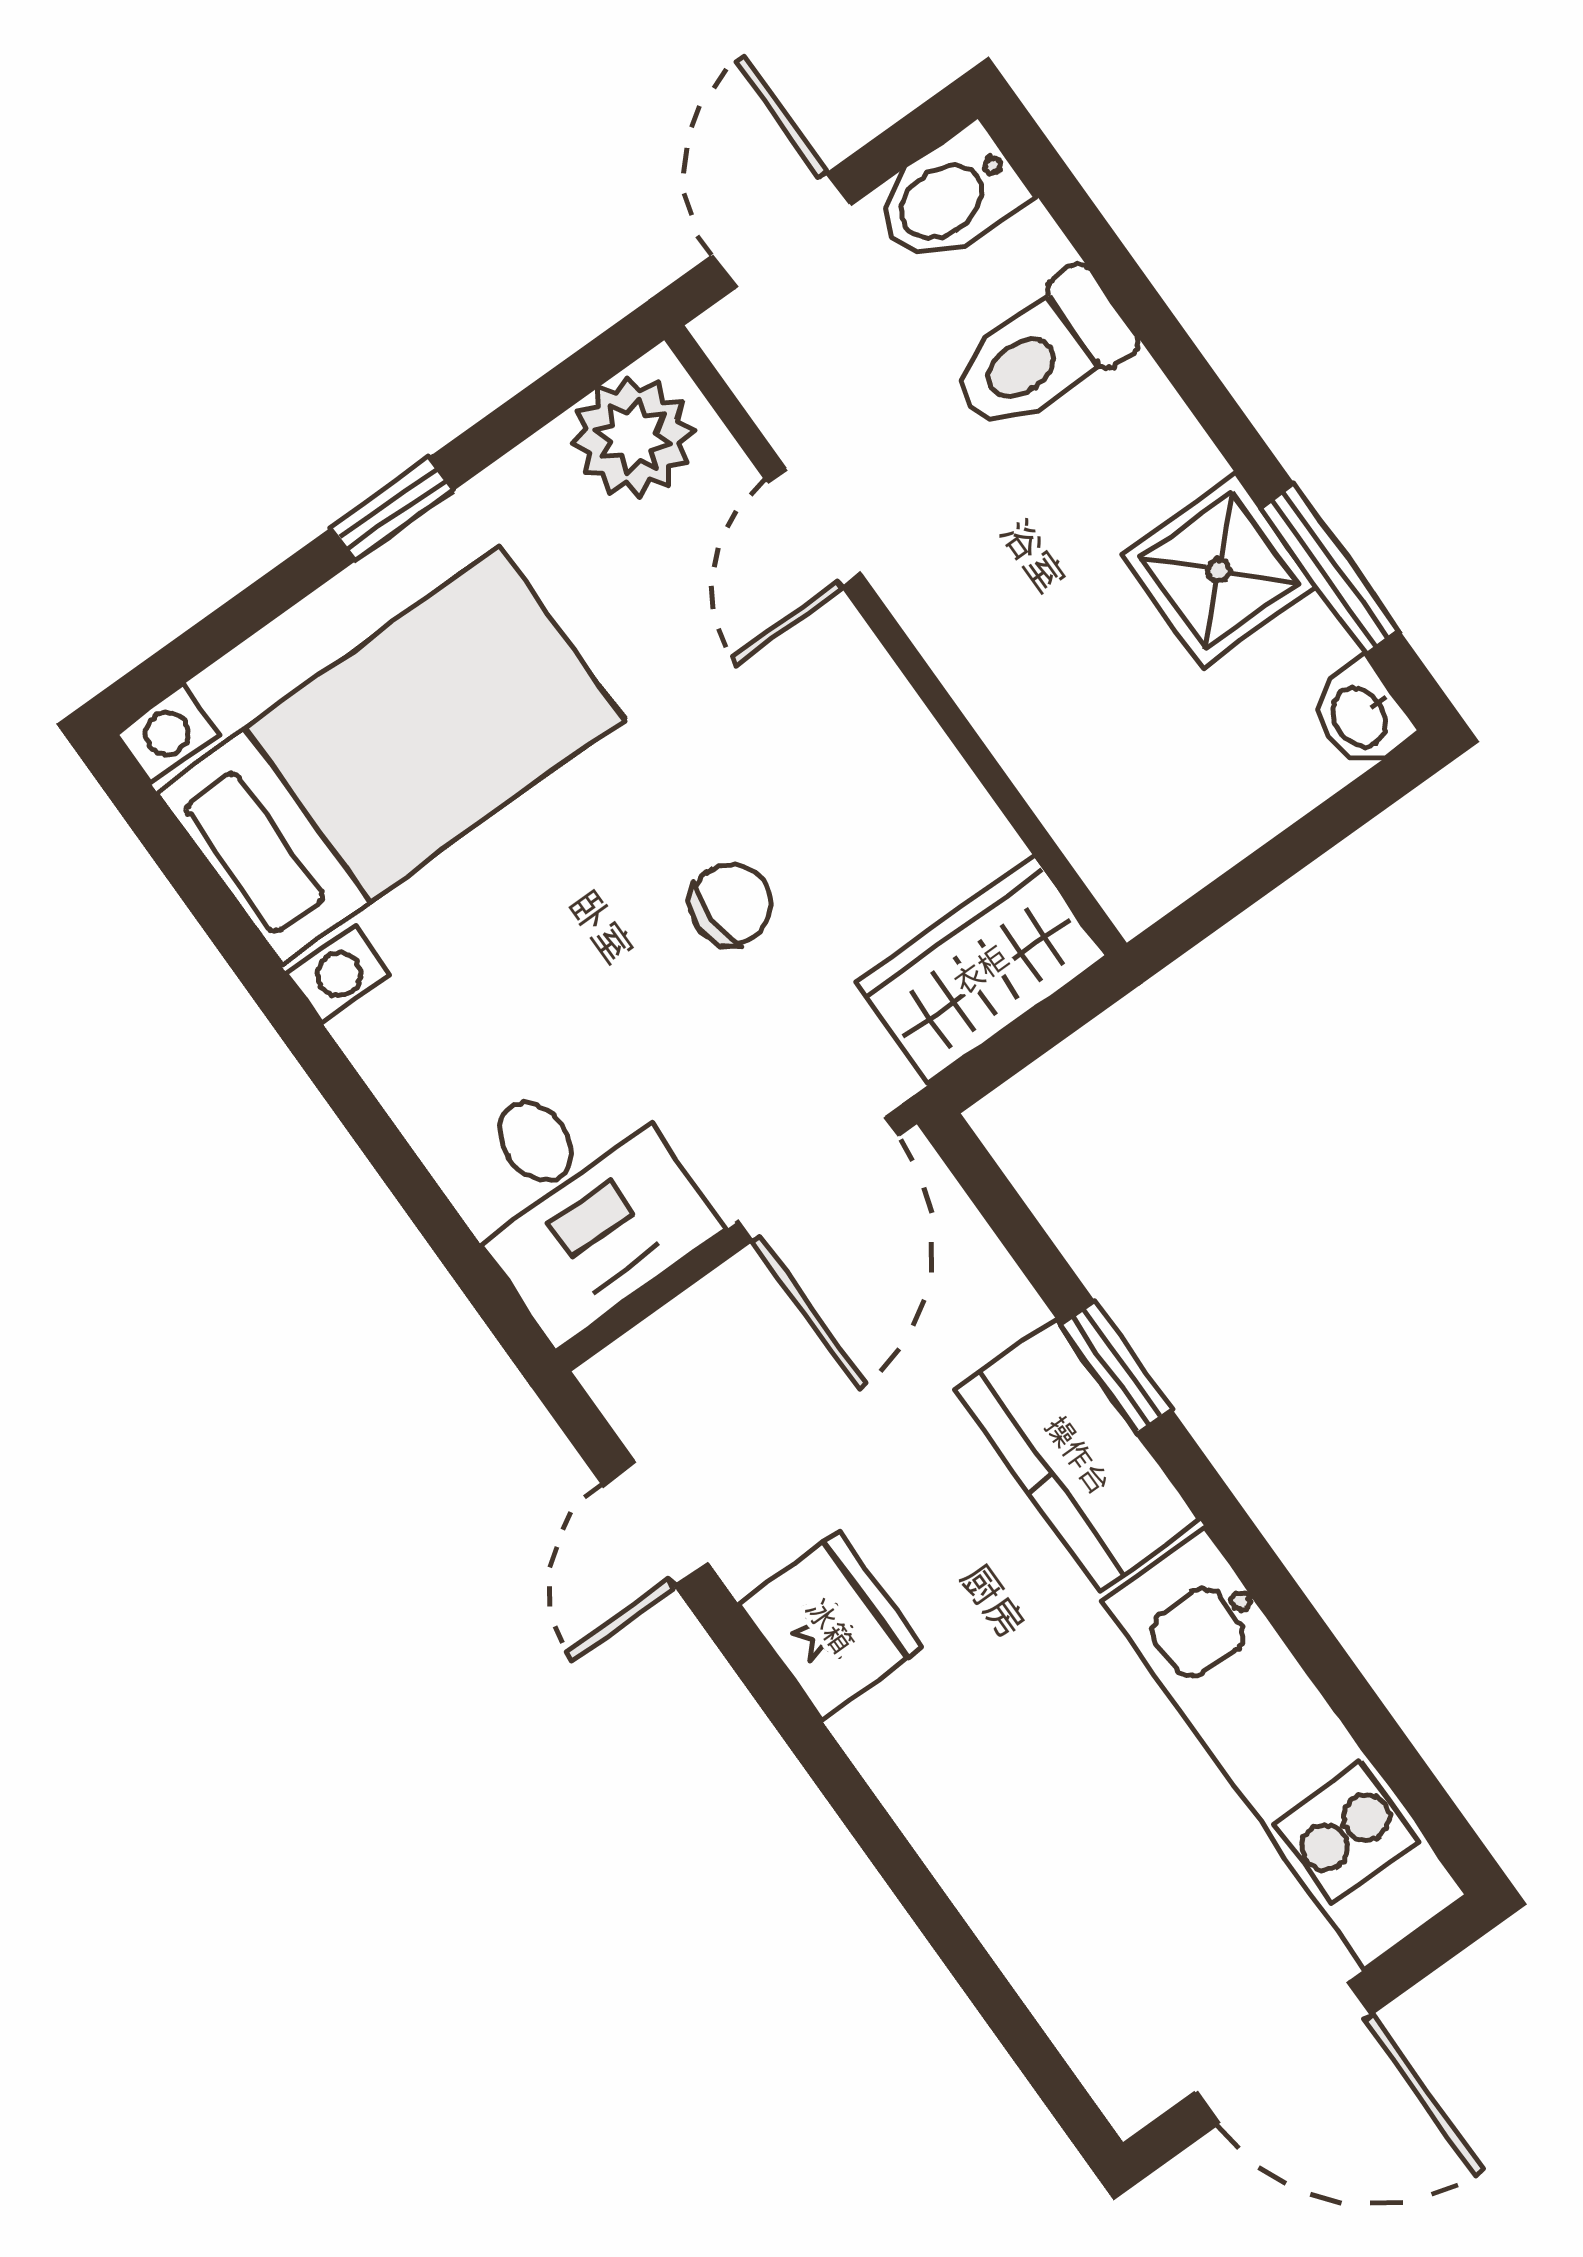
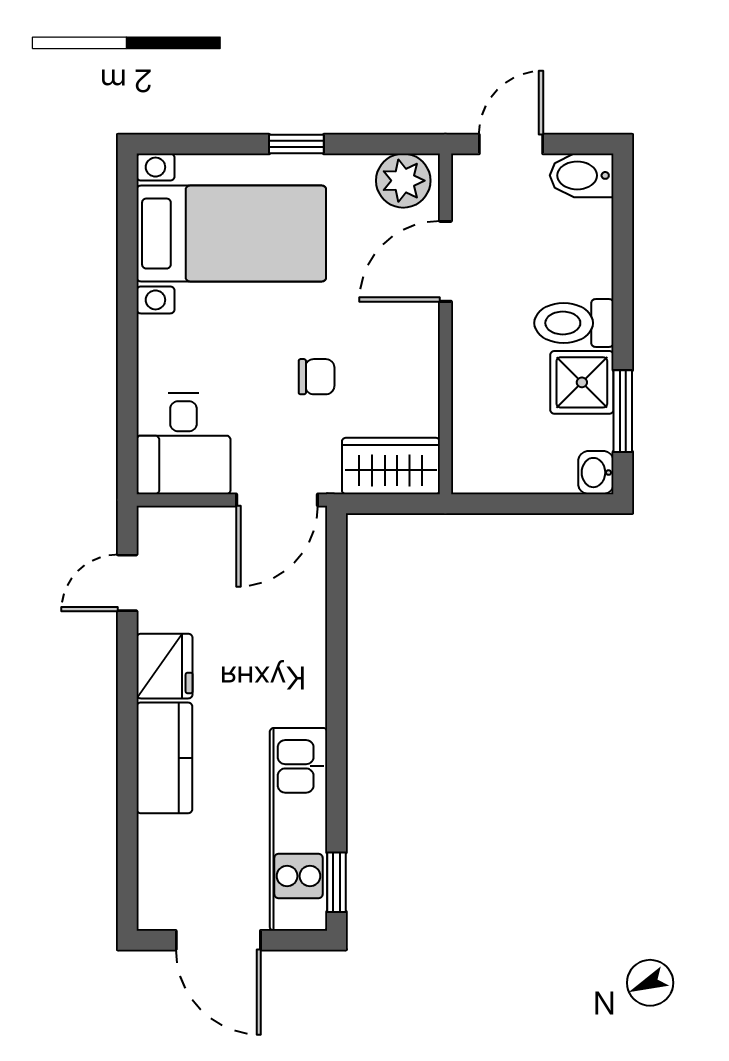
toilet: (1041, 353) -> (574, 323), moved
door: (814, 528) -> (445, 261), width x1.38
window: (1116, 1367) -> (336, 882), moved
kitchen counter: (1078, 1455) -> (164, 758), moved, turned 180

